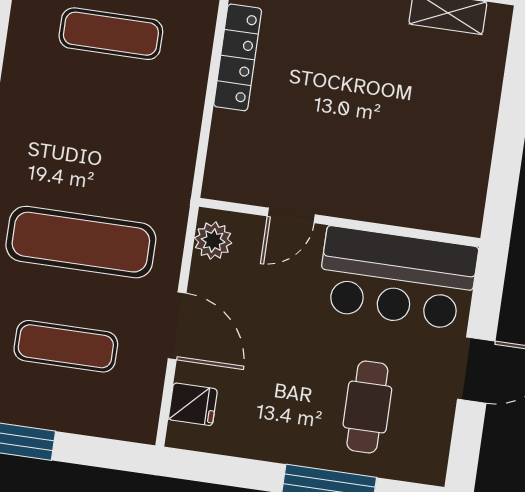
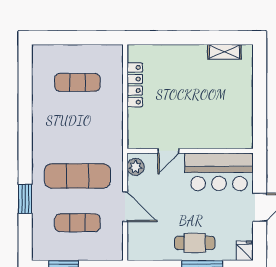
fridge: (193, 404) -> (245, 251), moved, turned -90
cafe table: (367, 407) -> (195, 243), moved, turned 90

